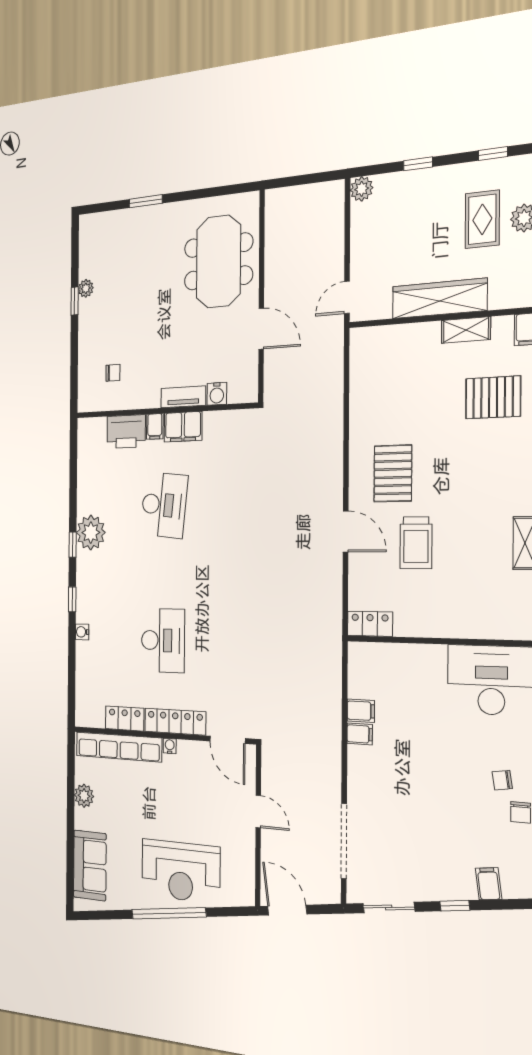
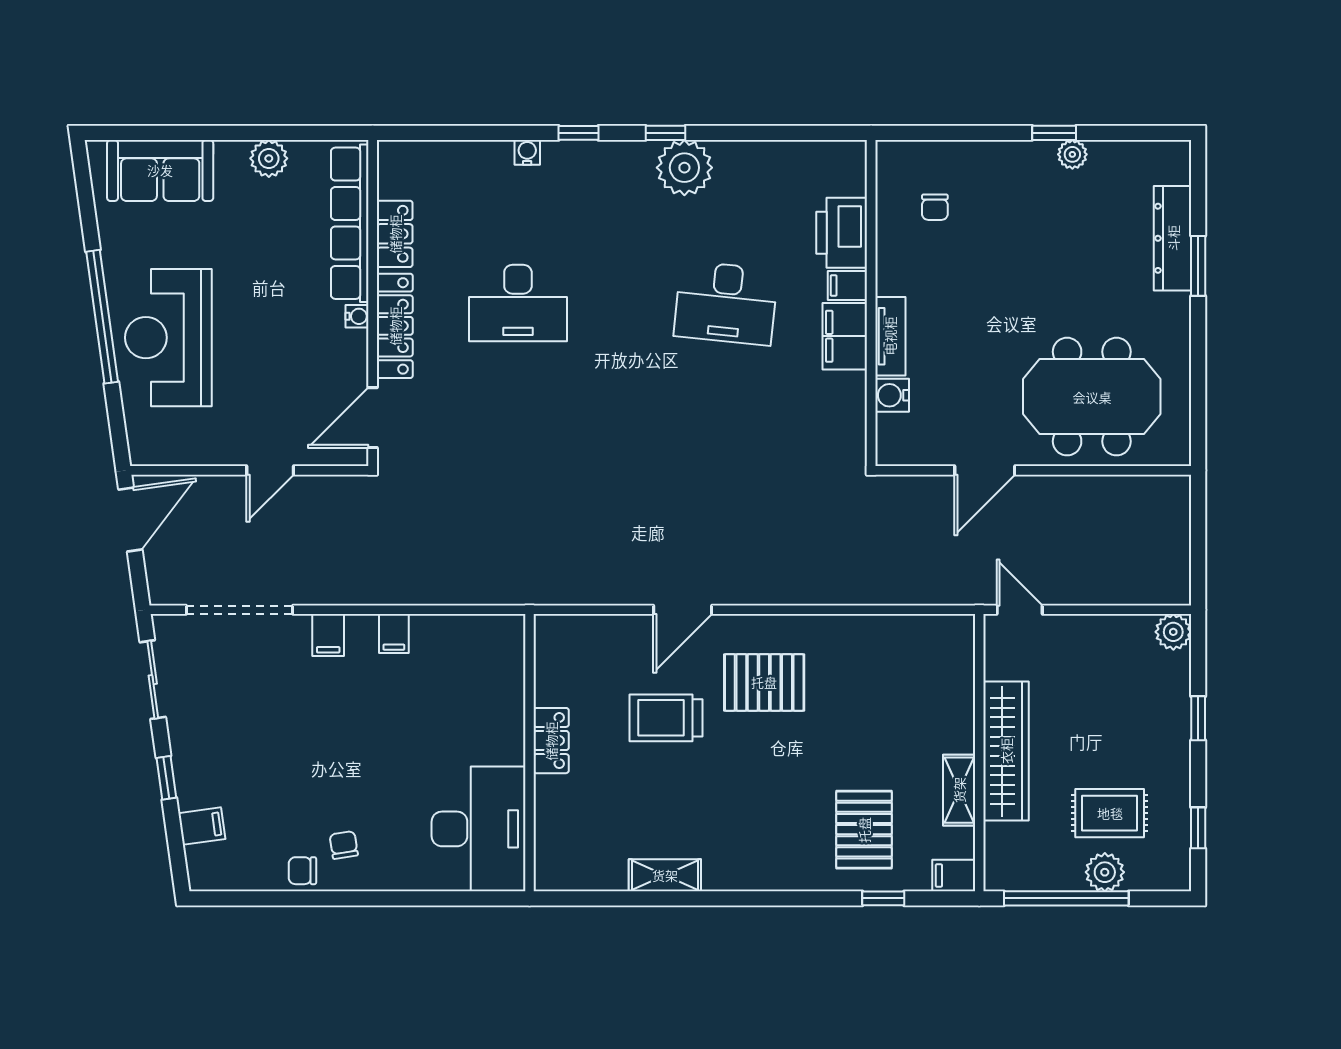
dresser: (131, 220) -> (1173, 238), added
locker: (370, 624) -> (551, 741), moved
filing cabinet: (361, 711) -> (328, 635), moved

